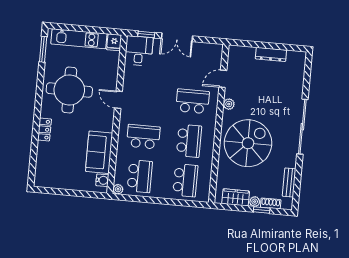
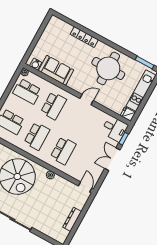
door: (223, 79) -> (85, 187), moved
locker: (44, 129) -> (84, 37), width x1.53
school desk: (189, 141) -> (37, 136), turned -90

